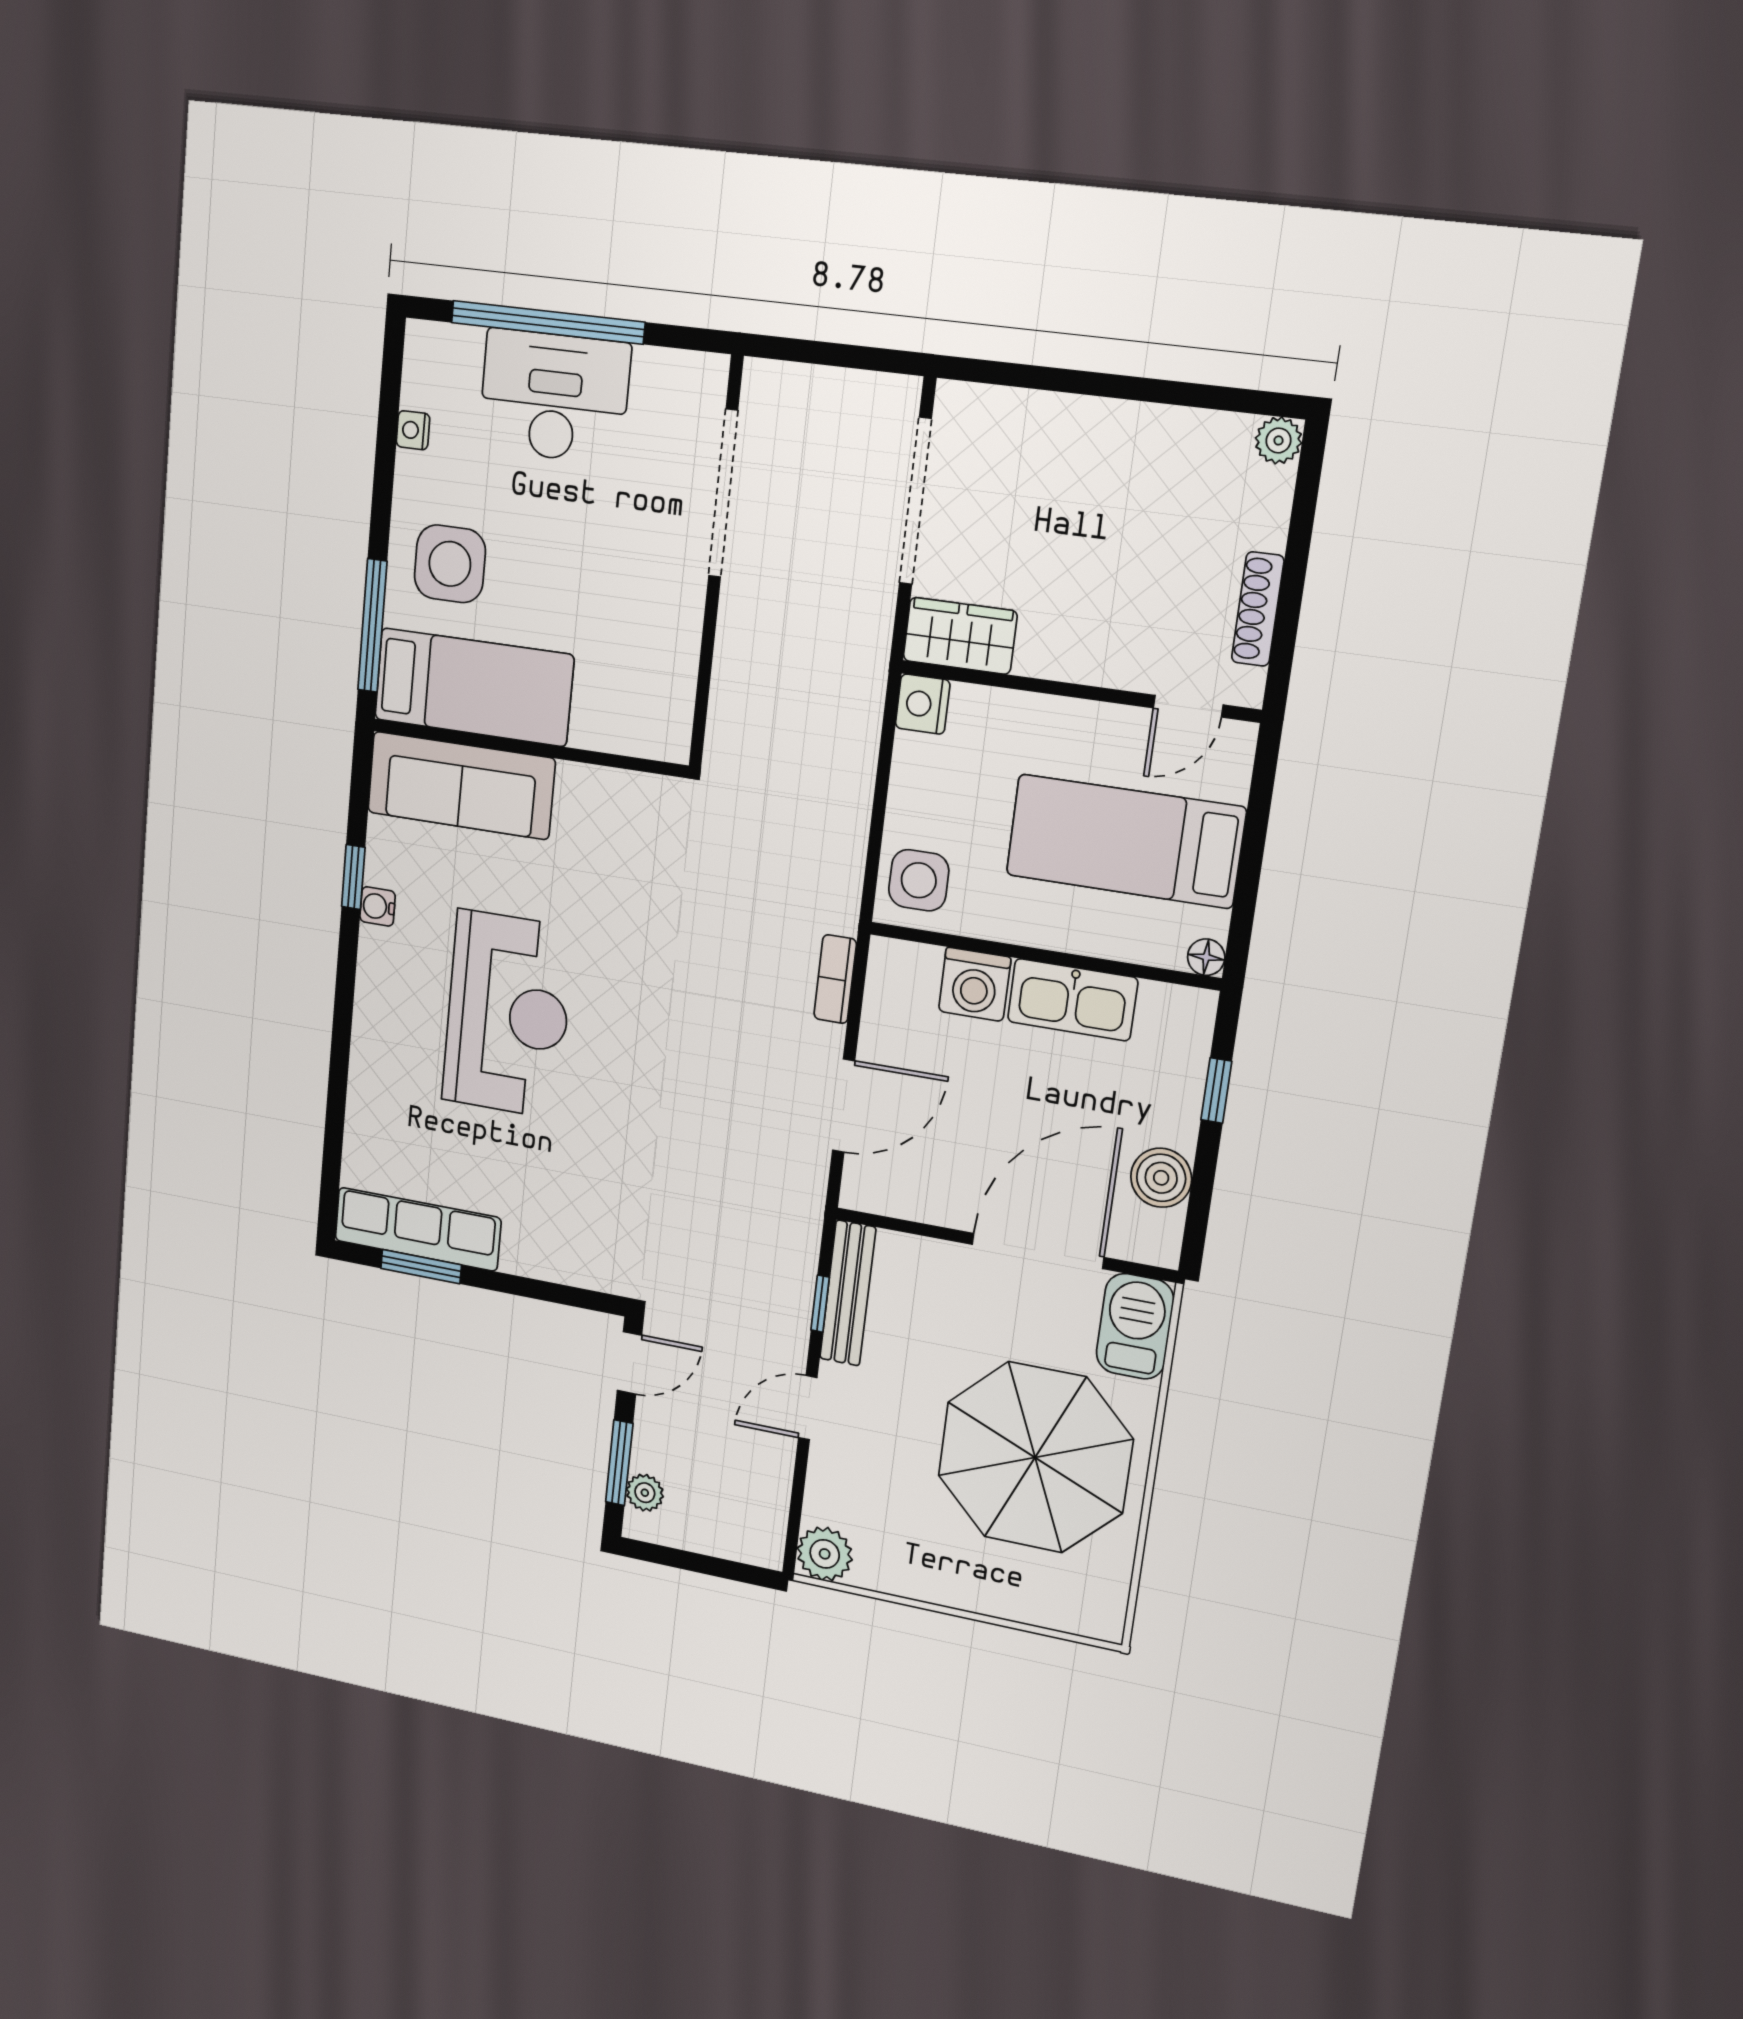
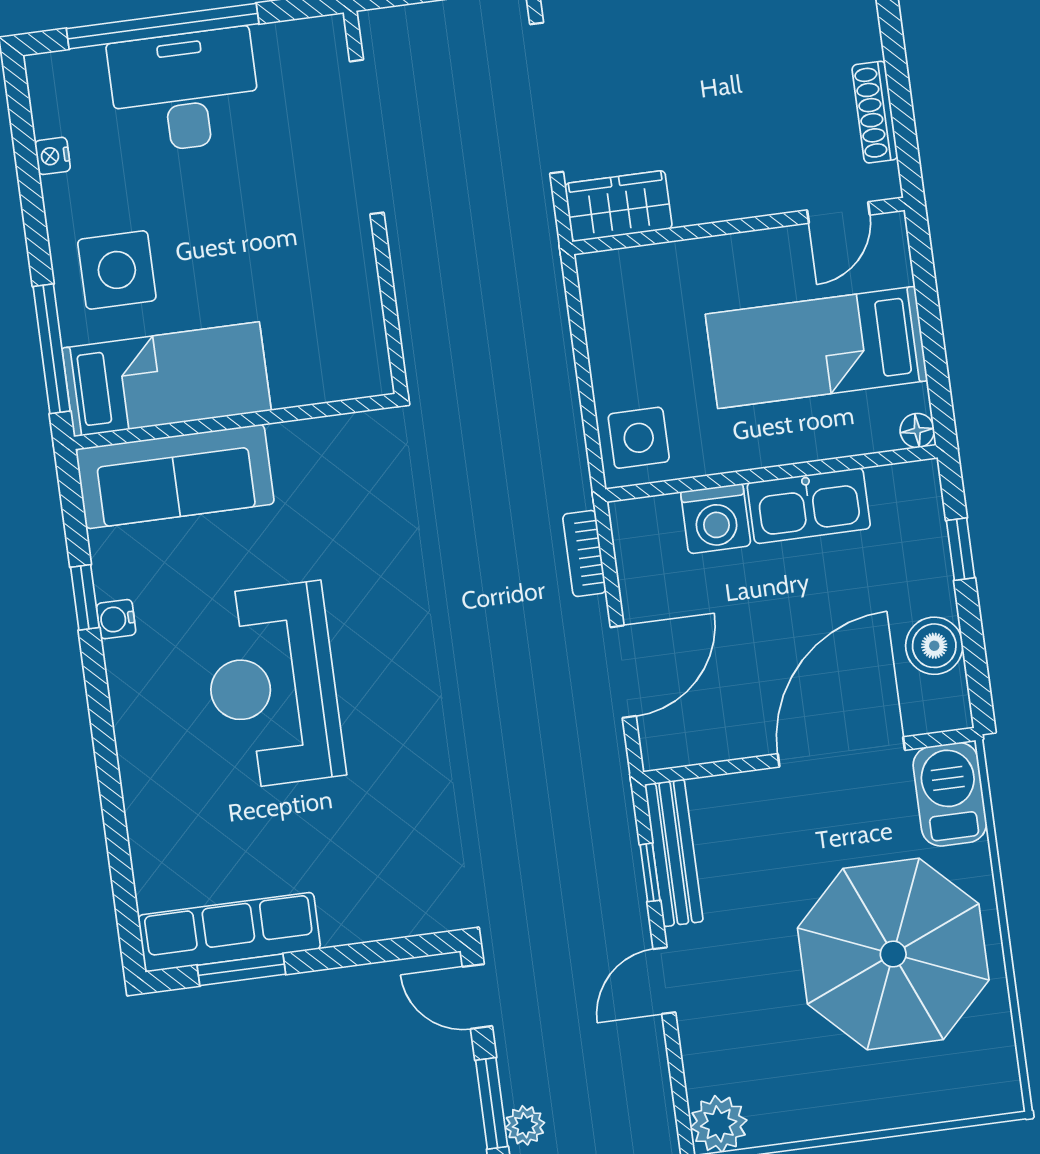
nightstand: (923, 704) -> (600, 276), removed
reception desk: (508, 1014) -> (273, 686), turned 180
door: (629, 1363) -> (477, 996), swing flipped

